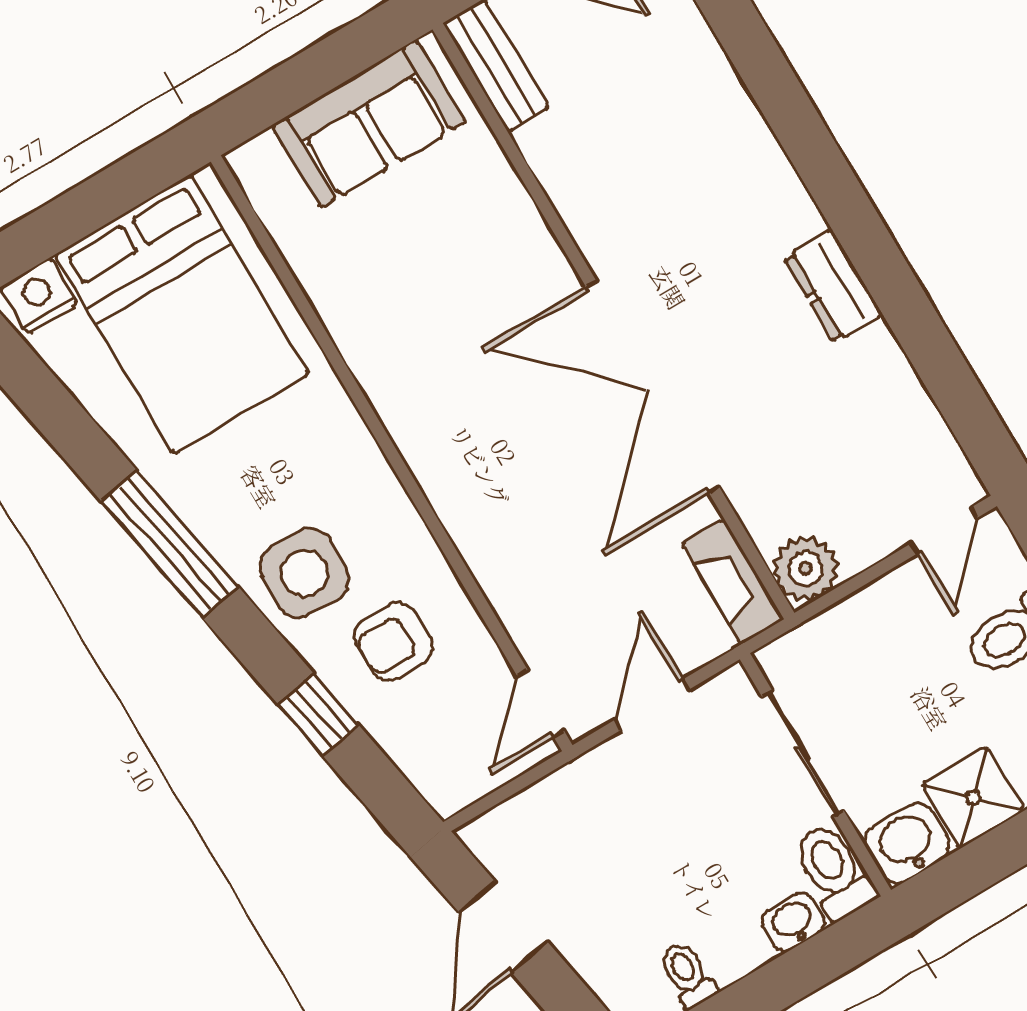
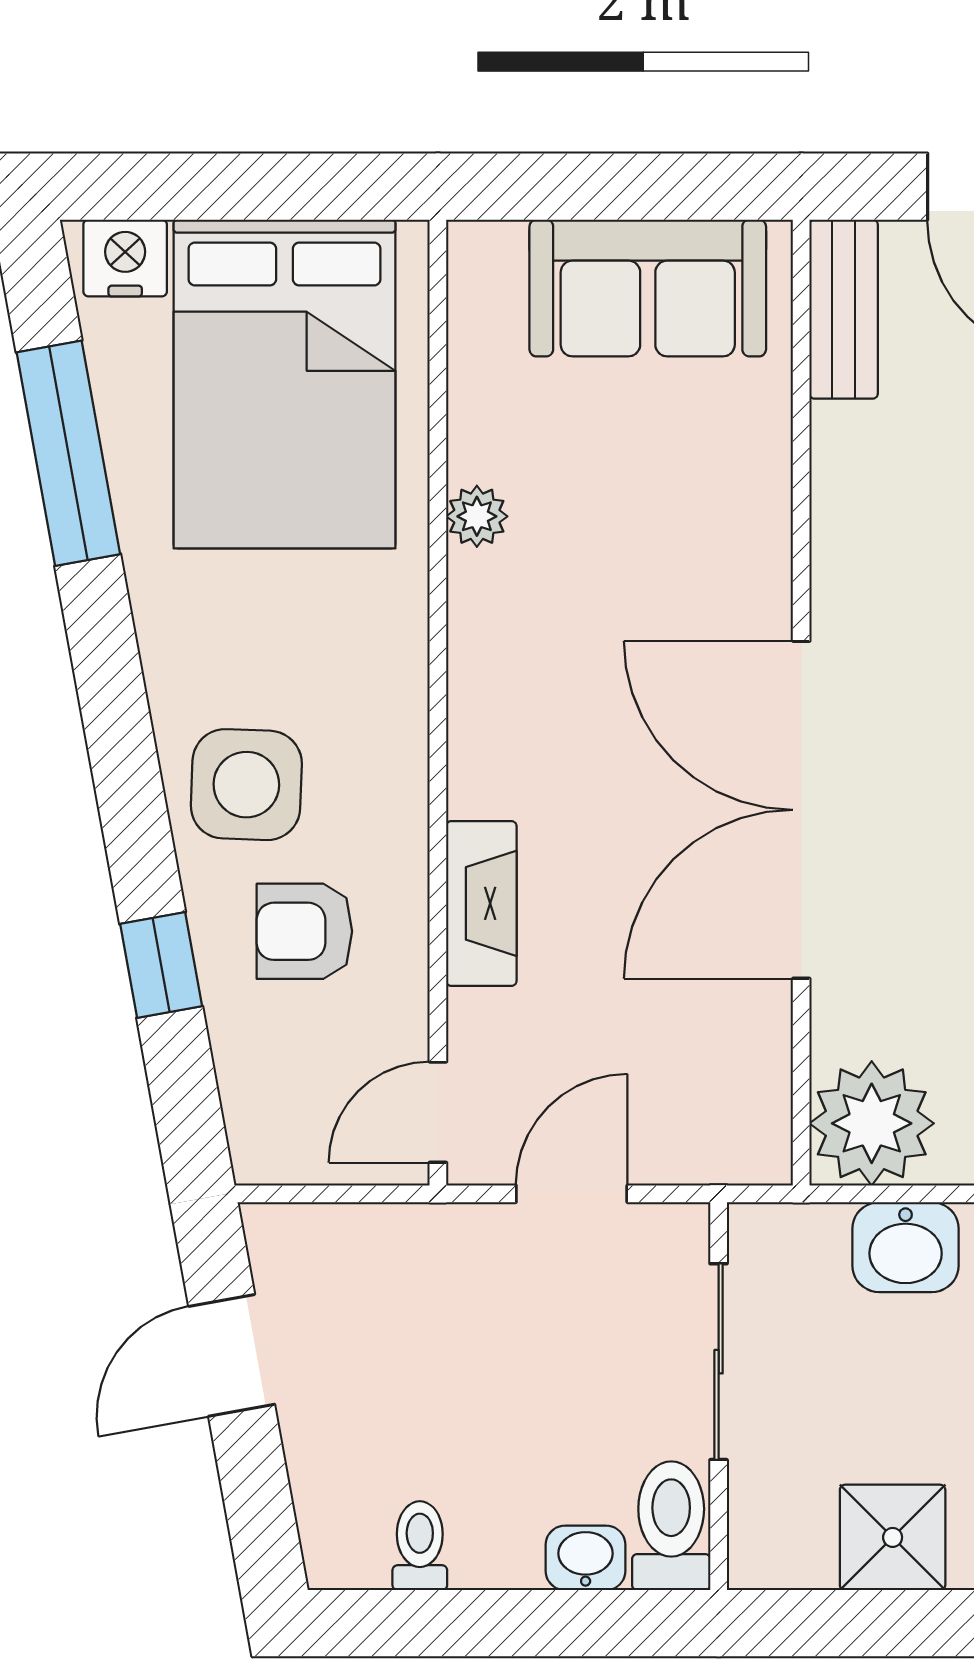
plant: (348, 325) -> (477, 516), added
window: (170, 544) -> (68, 453), moved
plant: (806, 568) -> (872, 1123), width x1.36, depth x1.36
fireplace: (733, 581) -> (481, 903), moved, turned 180
washbasin: (907, 843) -> (906, 1247), moved, turned 180

